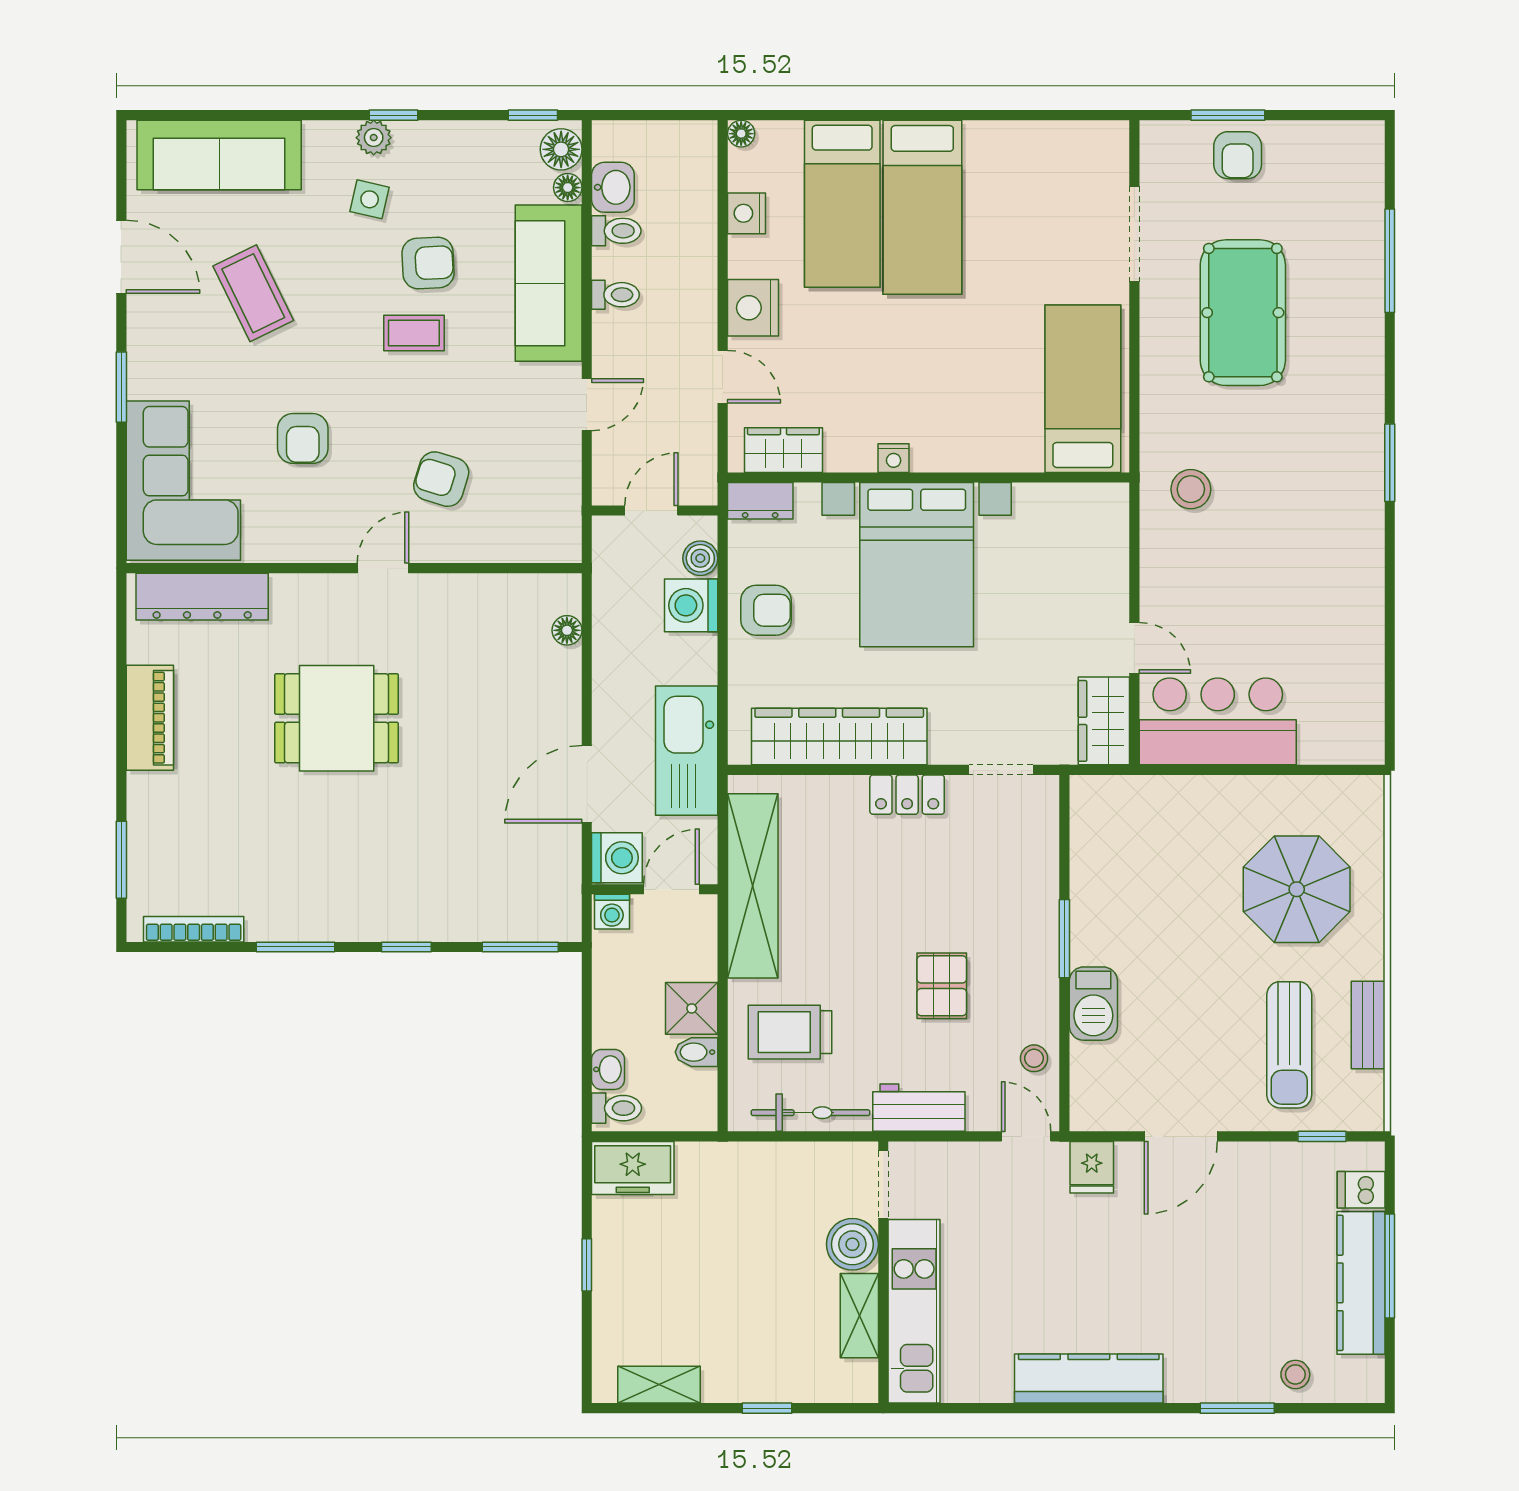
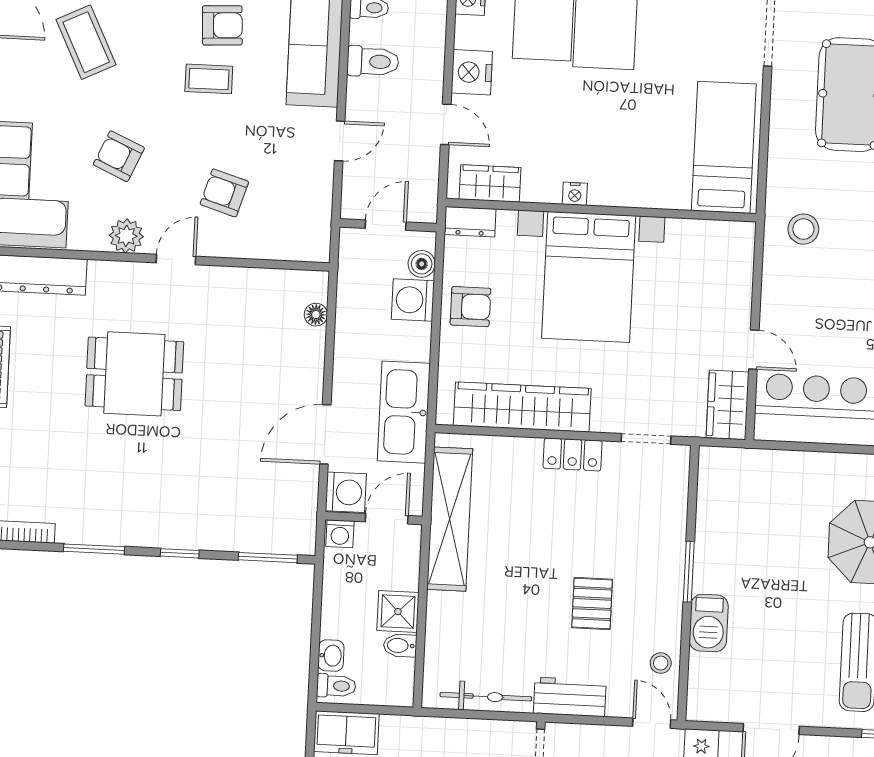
toilet: (615, 295) -> (373, 62), width x1.37, depth x1.39
armchair: (303, 438) -> (119, 156), turned 114
plant: (317, 541) -> (126, 236), added
trolley: (790, 1032) -> (473, 634), removed

